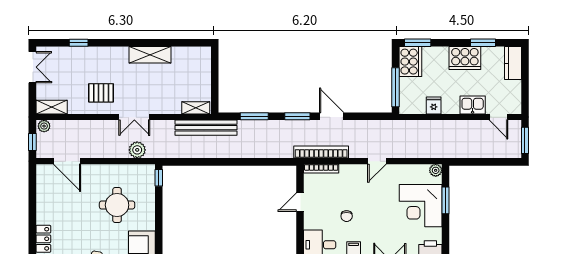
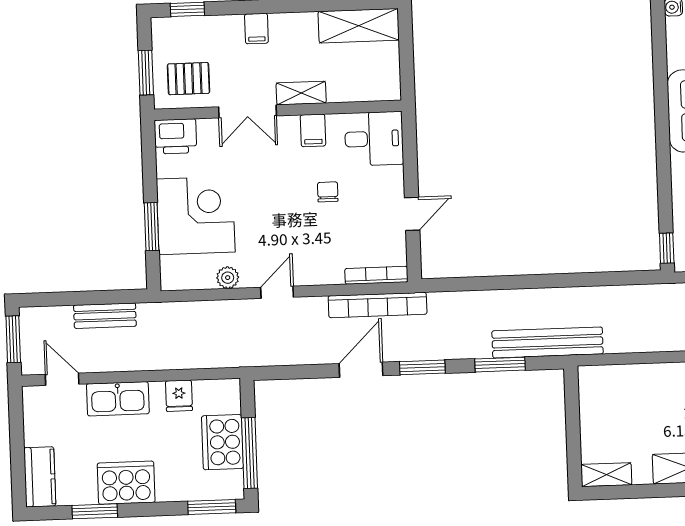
cooker: (410, 62) -> (223, 442), moved
window: (396, 87) -> (249, 453), moved
kitchen sink: (473, 105) -> (118, 399), width x1.38
shelving: (196, 108) -> (606, 475), moved
door: (332, 116) -> (361, 370), swing flipped
bench: (206, 128) -> (548, 342), moved
bench: (473, 152) -> (105, 316), added
plant: (436, 170) -> (228, 278), moved

